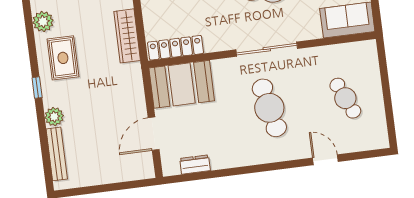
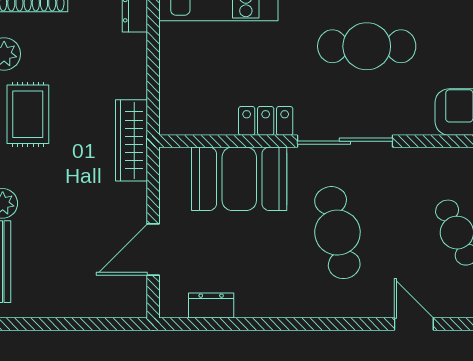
wardrobe: (127, 36) -> (131, 140), moved
locker: (176, 48) -> (266, 121), moved, width x0.66
booth: (182, 84) -> (239, 179), moved

